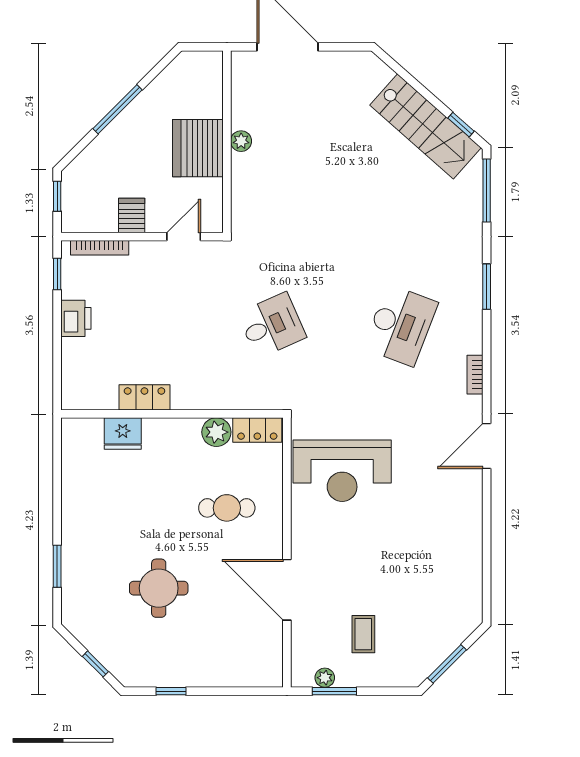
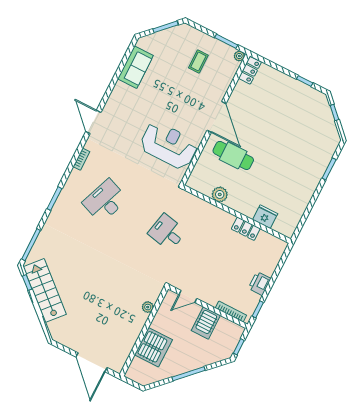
plant: (241, 141) -> (148, 307), moved
server rack: (198, 148) -> (153, 347), moved
server rack: (132, 215) -> (206, 323), width x1.36, depth x1.44
desk: (272, 325) -> (167, 232), turned 36
locker: (257, 430) -> (250, 70), moved, turned 90
door: (487, 446) -> (93, 122), swing flipped
cafe table: (227, 508) -> (233, 155), width x1.37, depth x1.35
sofa: (463, 572) -> (135, 67), added
round table: (159, 588) -> (286, 134), removed
door: (287, 590) -> (217, 117), moved
plant: (325, 678) -> (239, 56), moved

